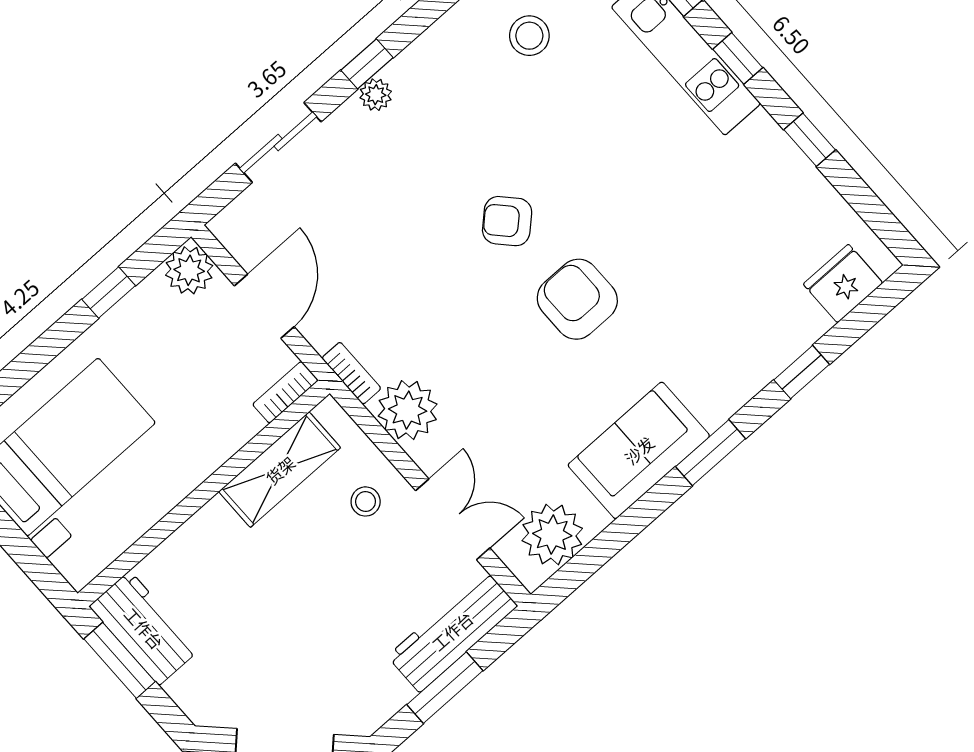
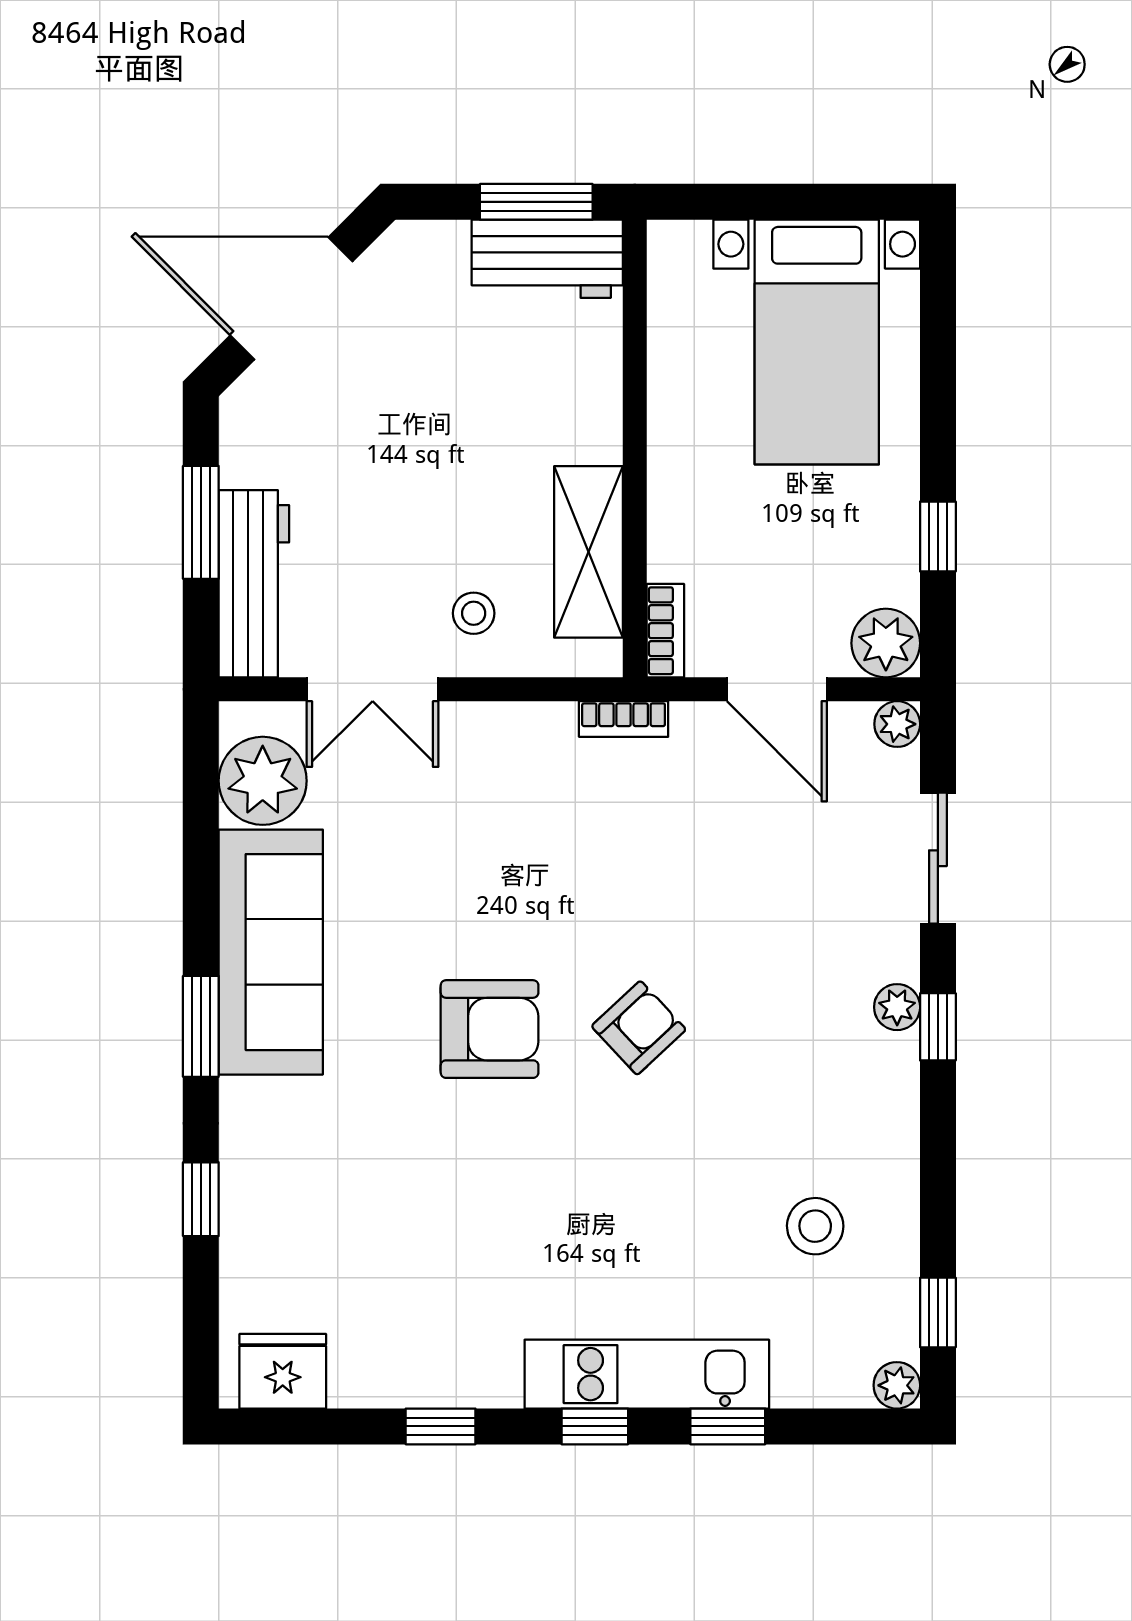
fridge: (843, 284) -> (283, 1371), moved, turned -90
plant: (408, 410) -> (897, 724), moved, width x0.53, depth x0.53
sofa: (639, 450) -> (271, 952), width x1.36

